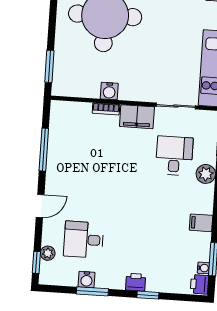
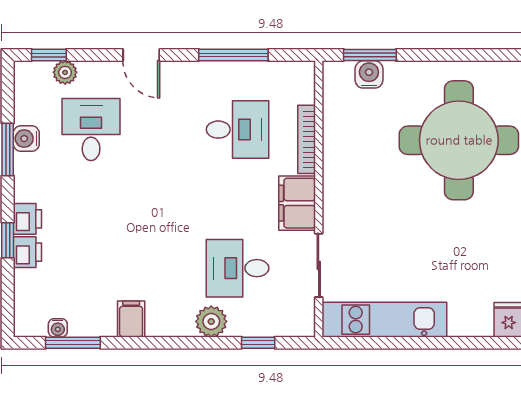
water cooler: (109, 91) -> (369, 74), moved, turned 90
bookcase: (106, 109) -> (307, 139), width x1.56
desk: (90, 150) -> (238, 130), added
desk: (174, 156) -> (238, 268), turned 180
printer: (199, 284) -> (27, 252), moved, turned 90

